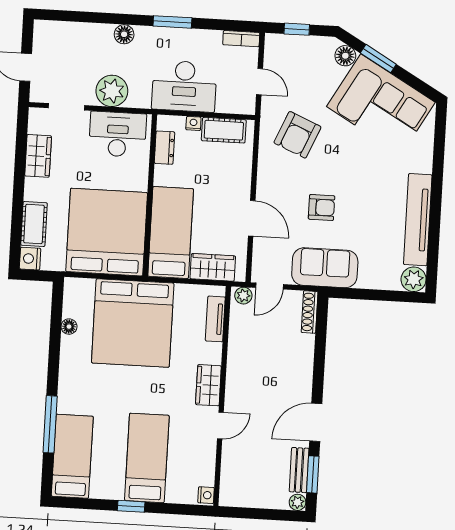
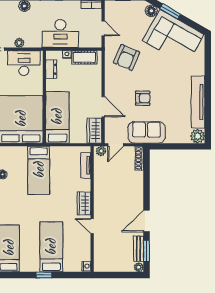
plant: (112, 91) -> (19, 43), width x0.53, depth x0.53
wardrobe: (213, 267) -> (94, 131), moved, turned -90
bed: (133, 323) -> (39, 170), width x0.49
door: (220, 425) -> (92, 226), swing flipped

